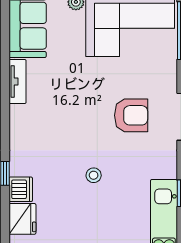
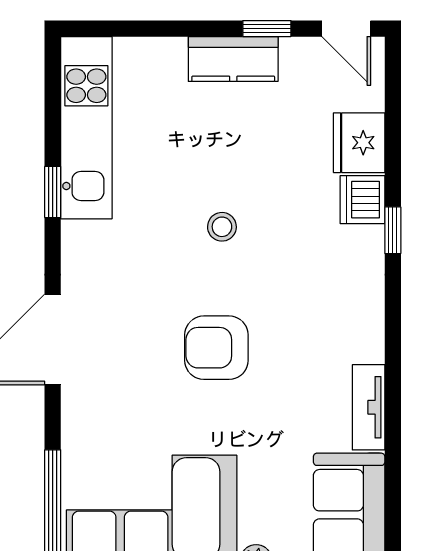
armchair: (131, 115) -> (216, 348), moved

